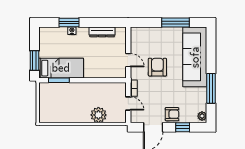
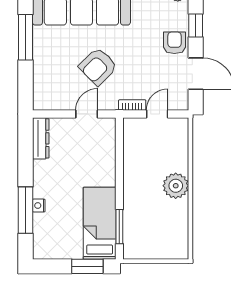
window: (69, 23) -> (26, 210), width x1.44
dresser: (102, 32) -> (41, 138), moved
armchair: (157, 67) -> (98, 66), turned -45
plant: (98, 115) -> (176, 186), moved

